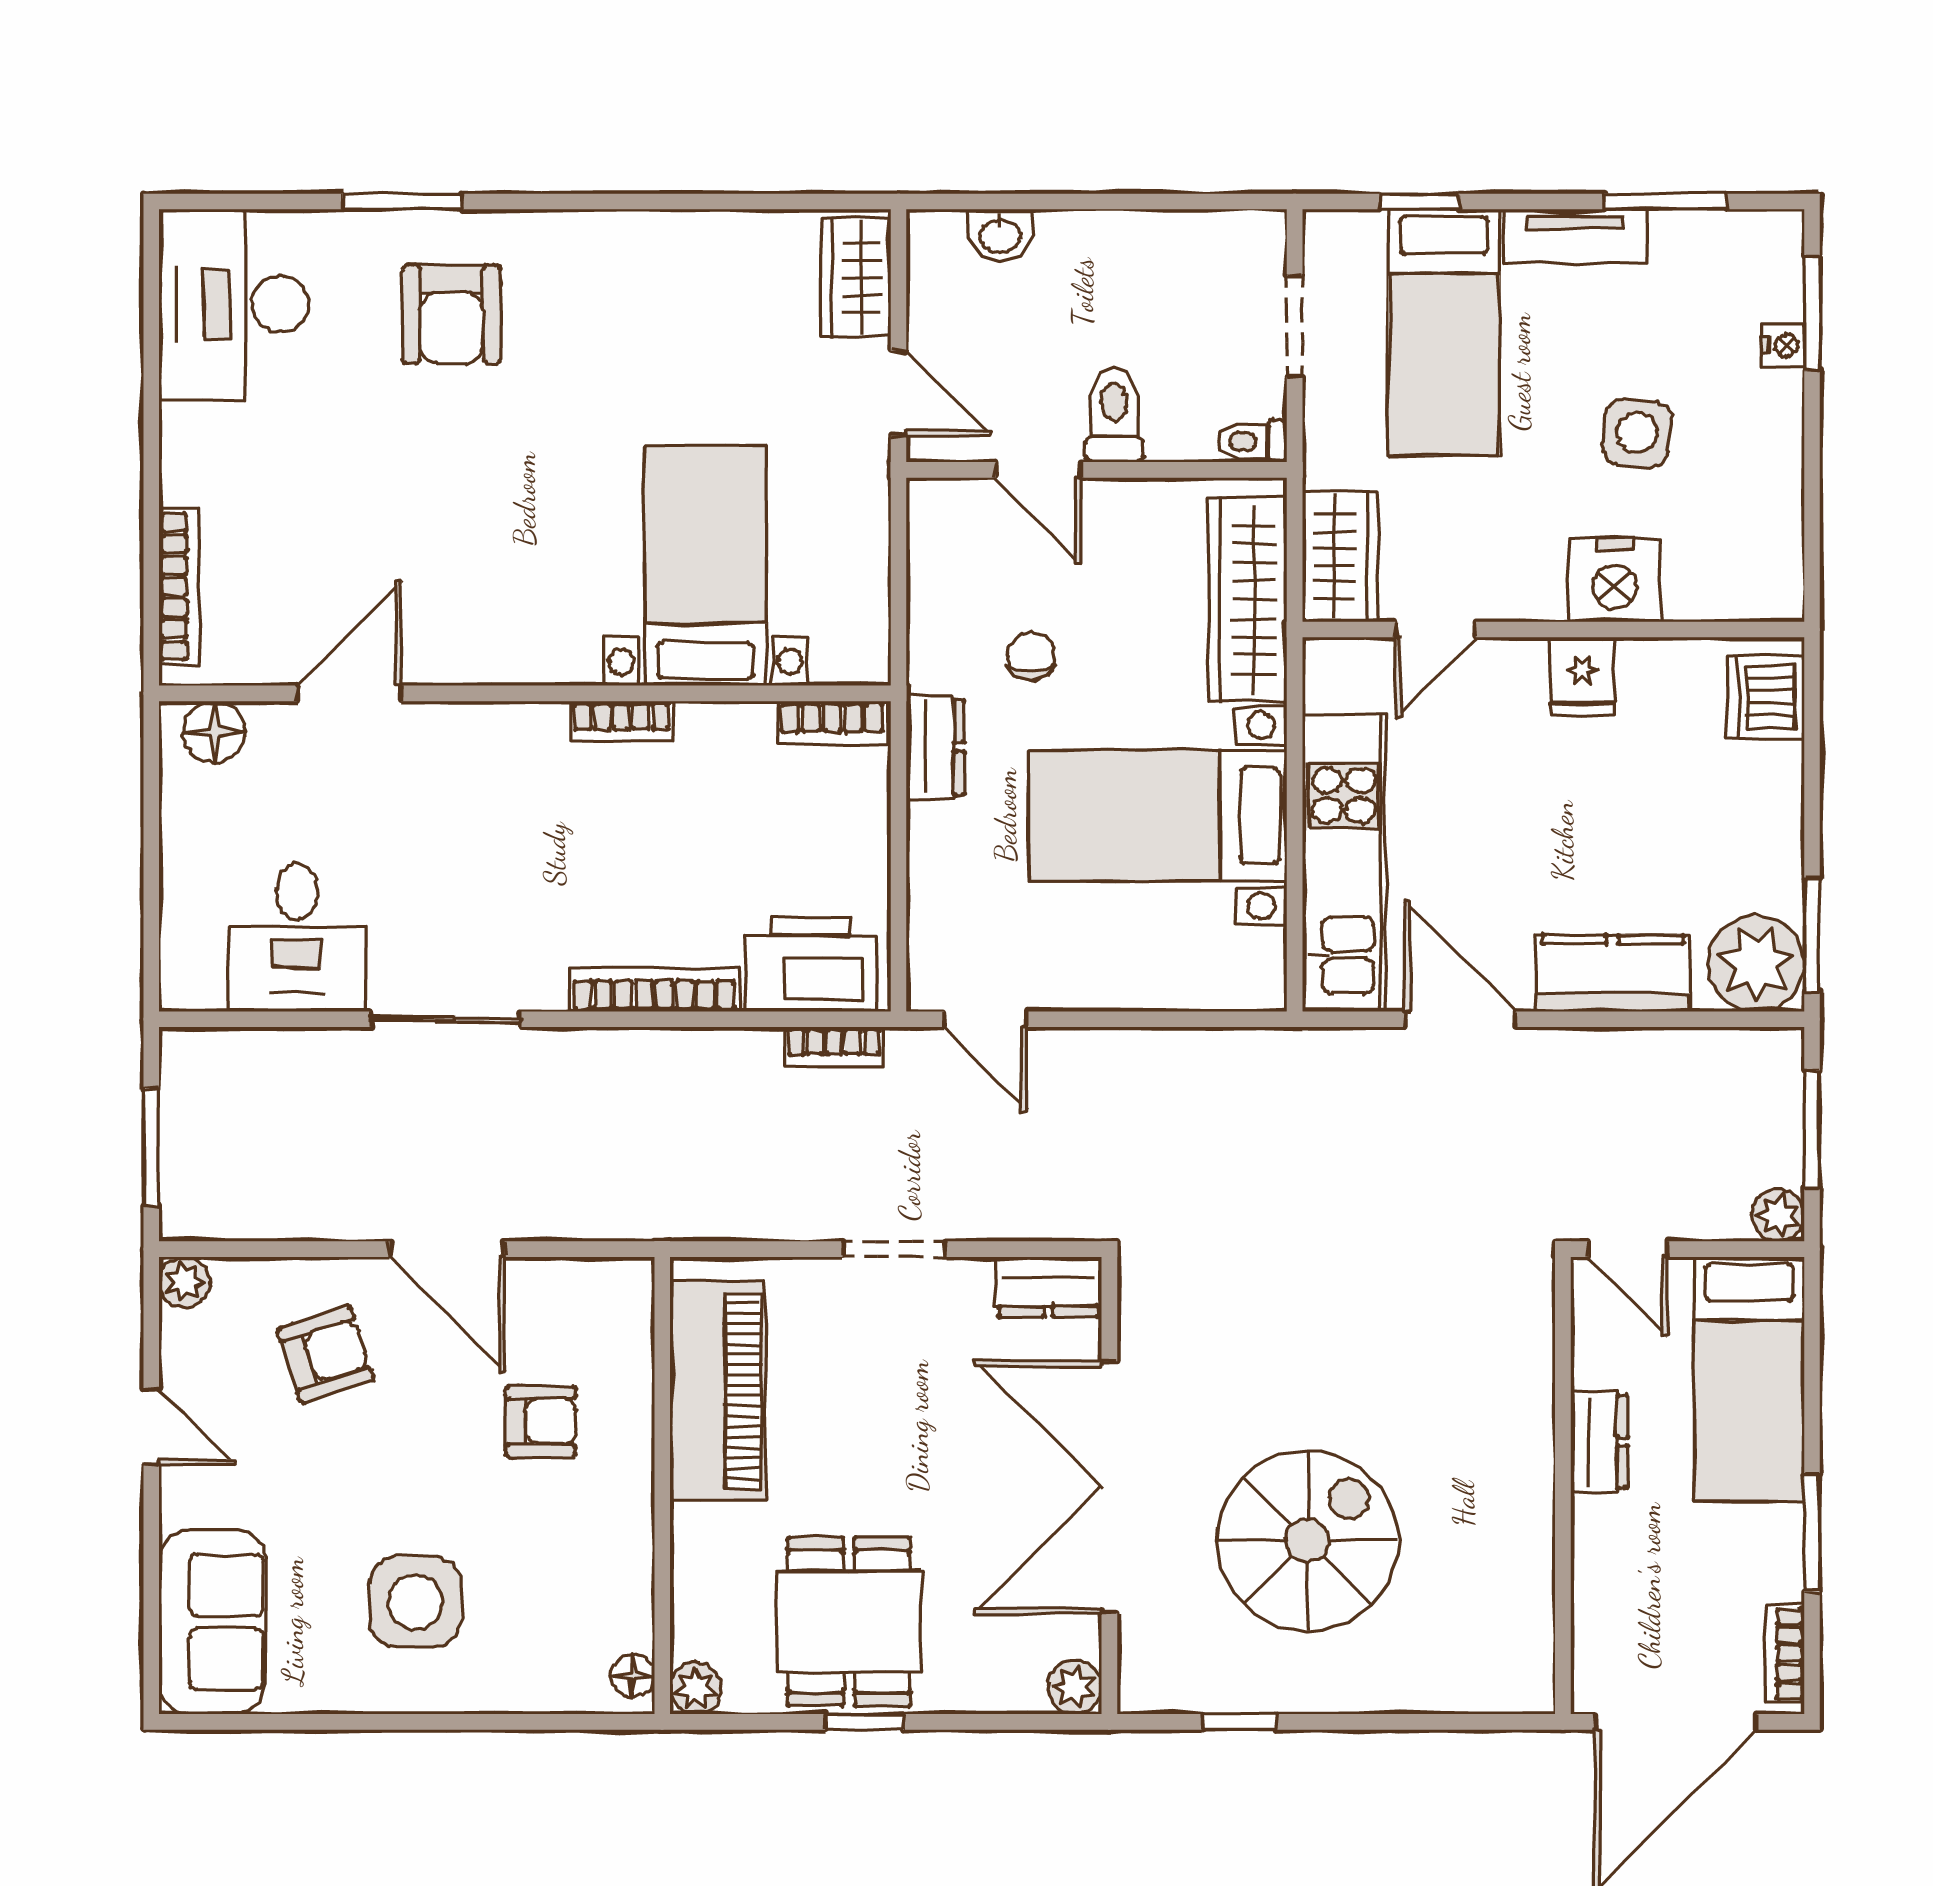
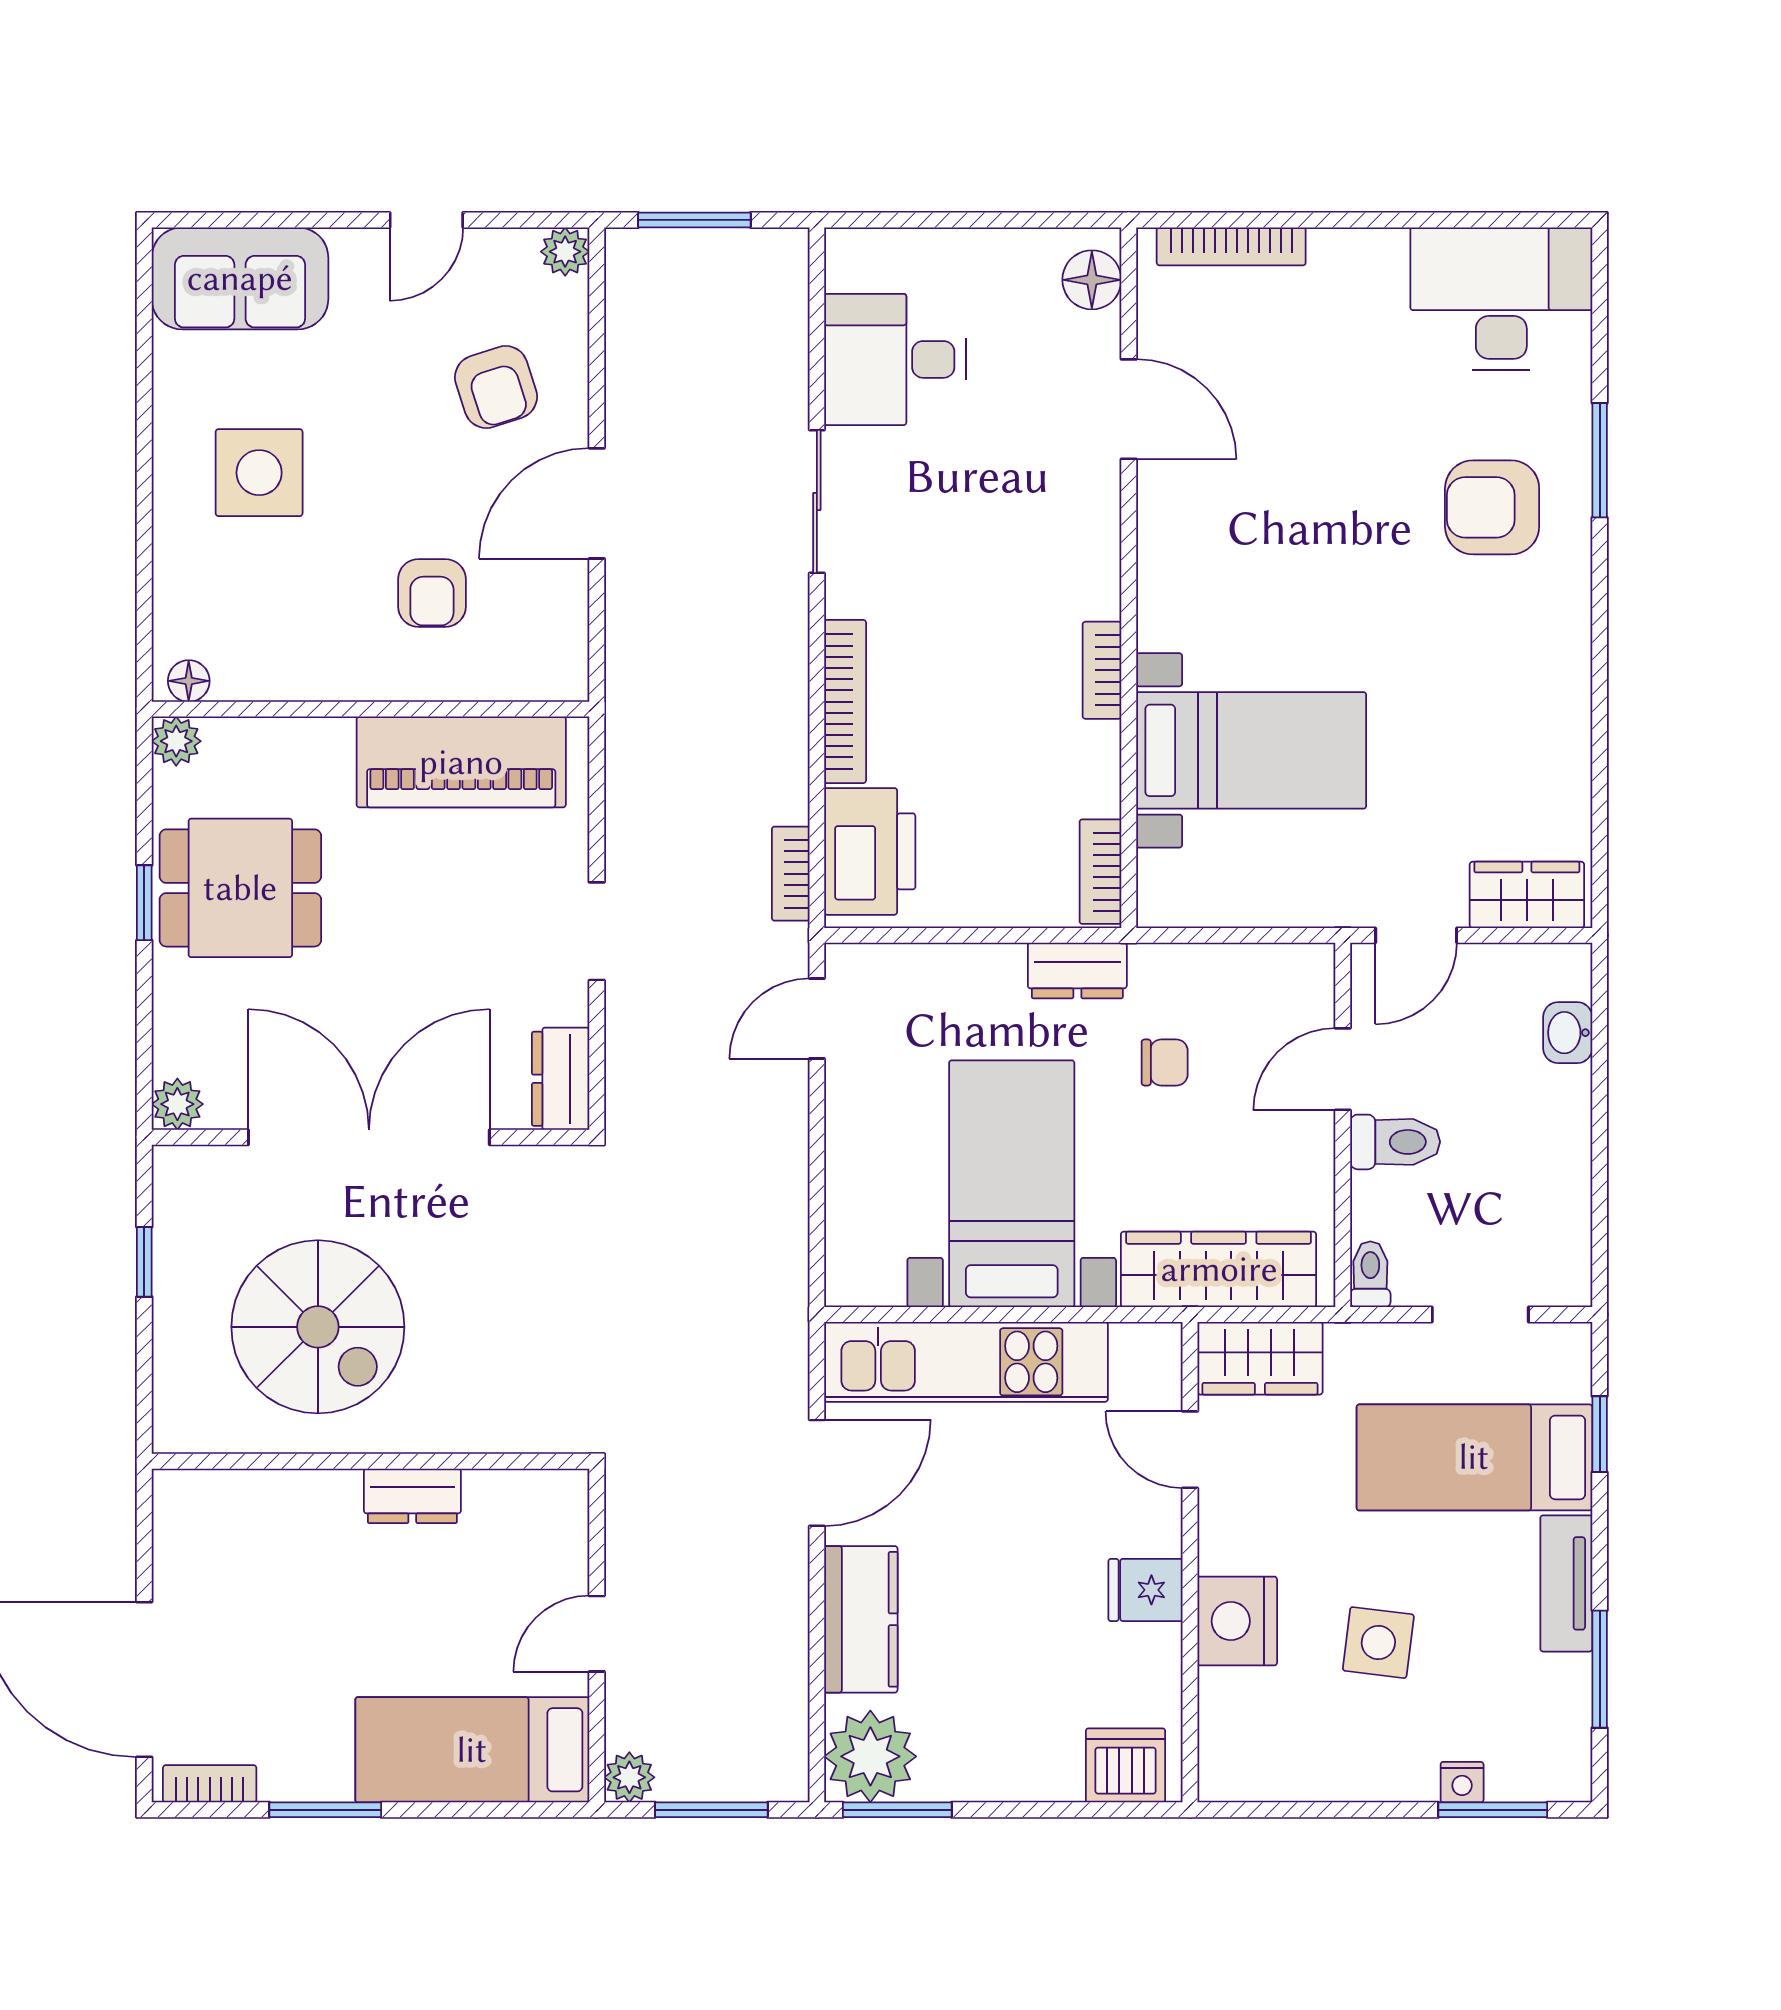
dresser: (1599, 1442) -> (412, 1496), moved
wall: (1563, 1485) -> (371, 1461), moved

